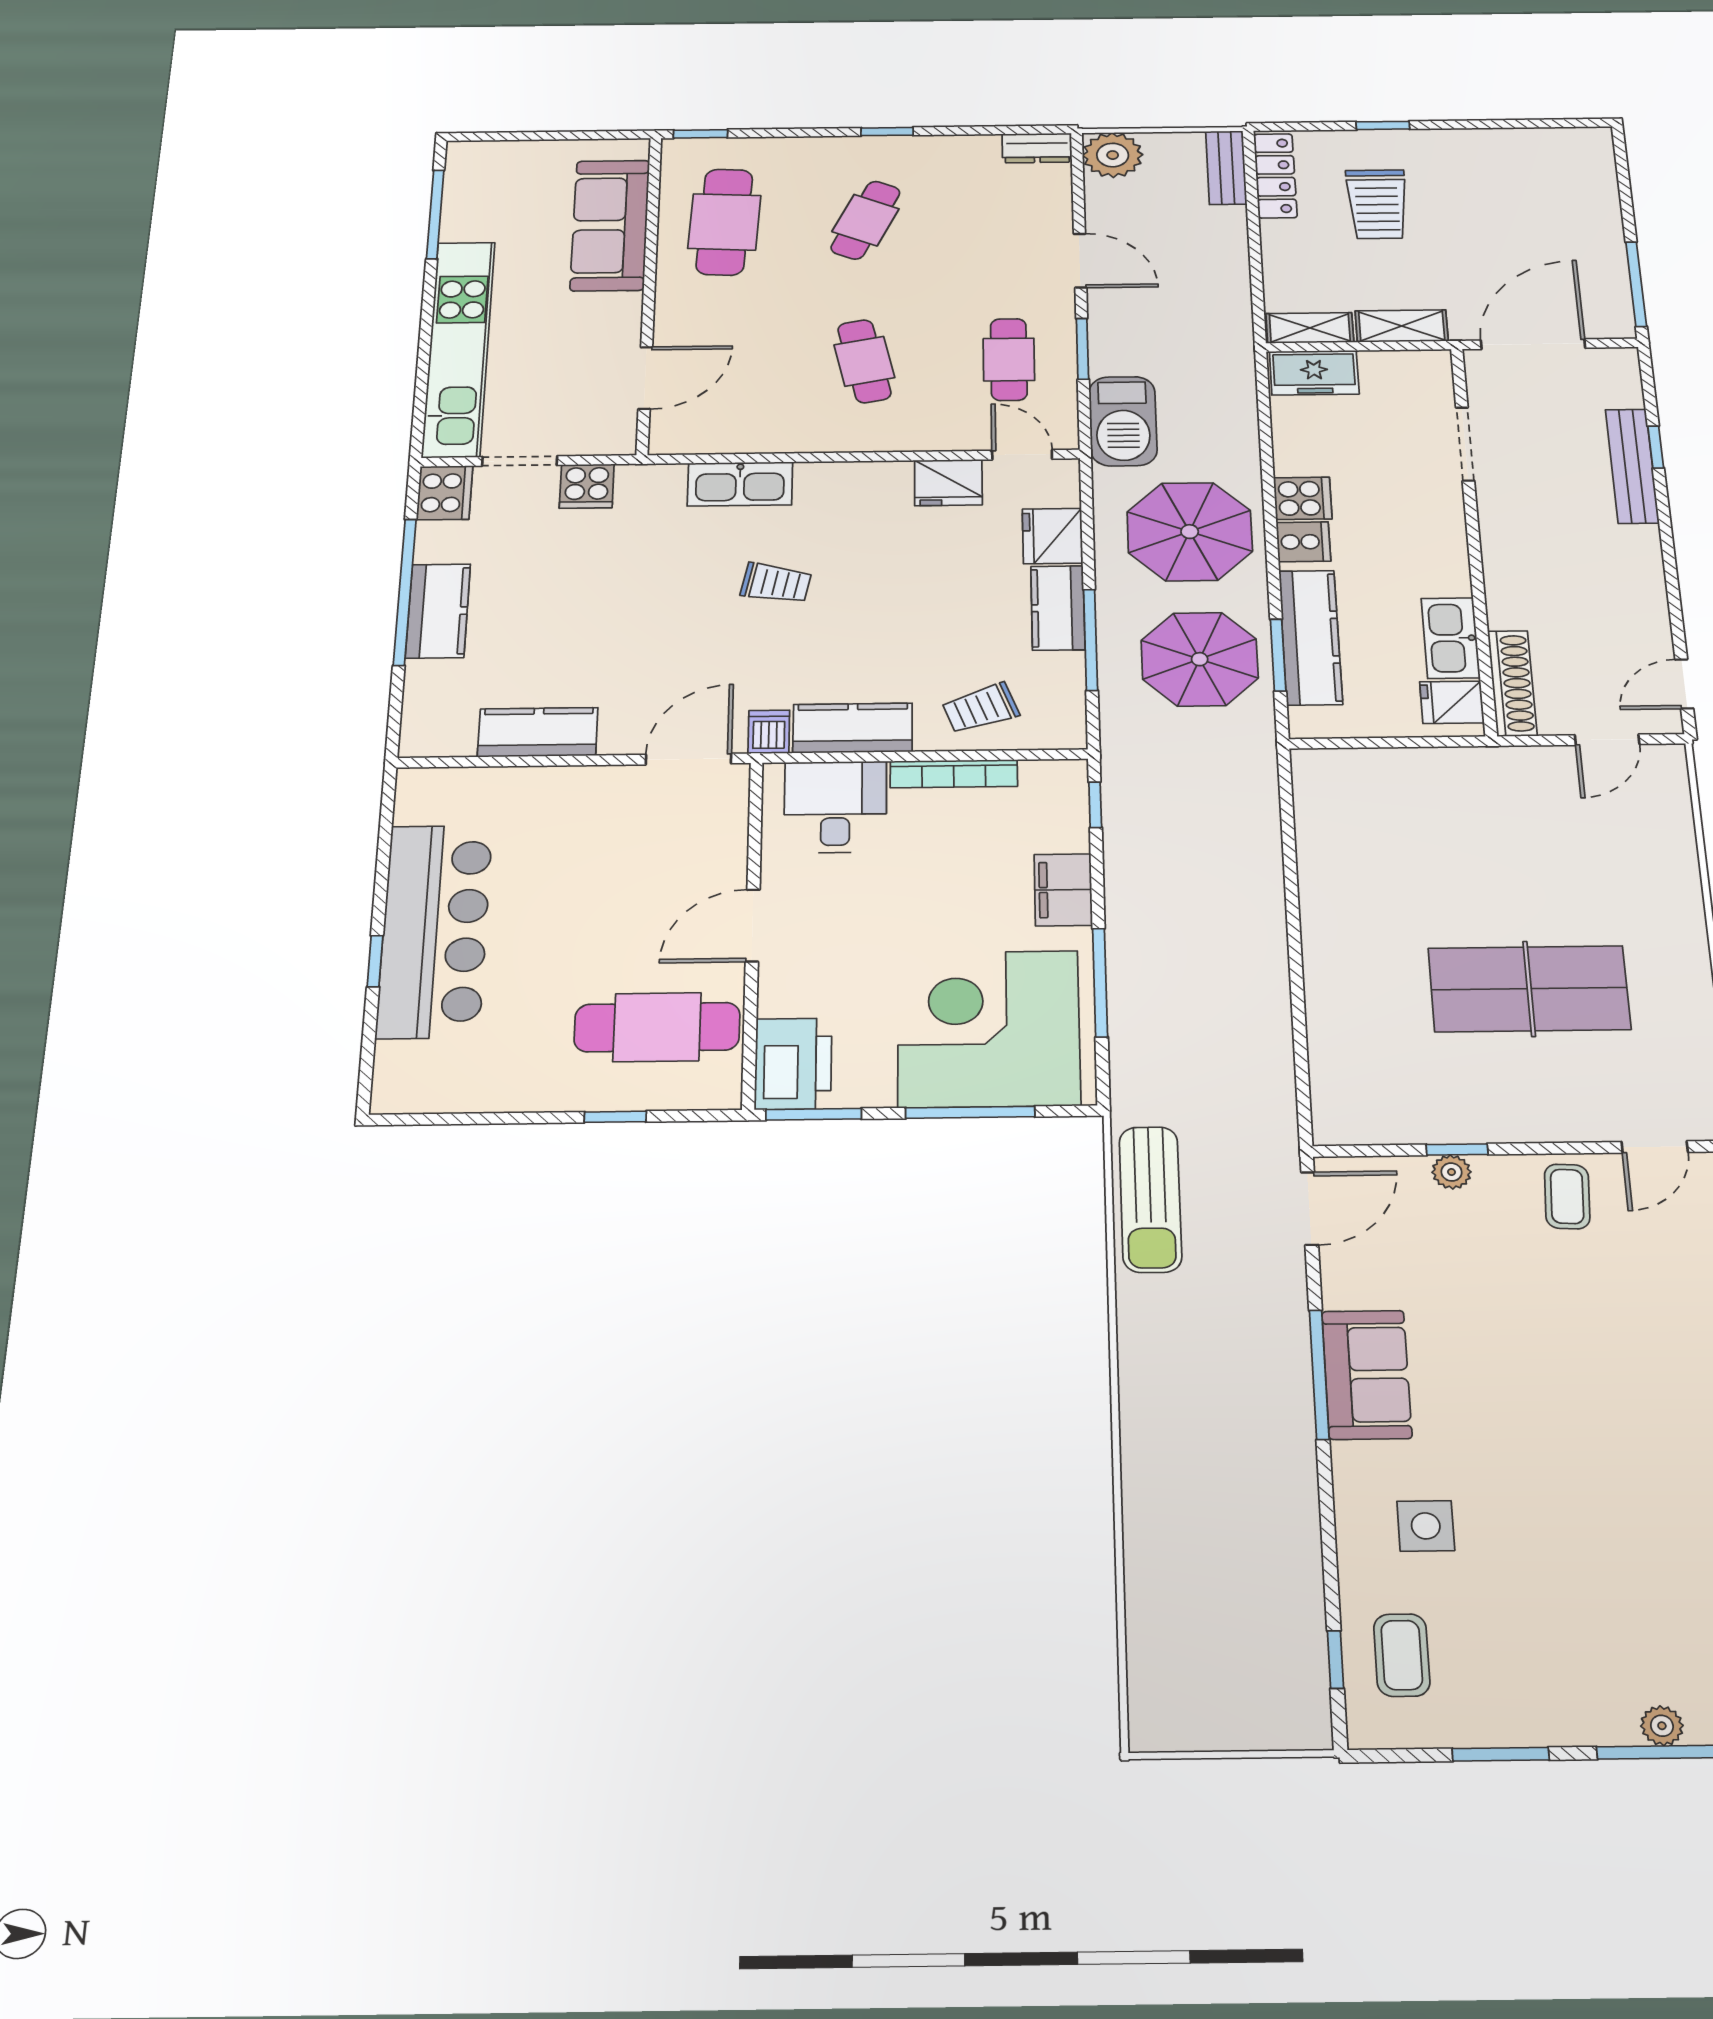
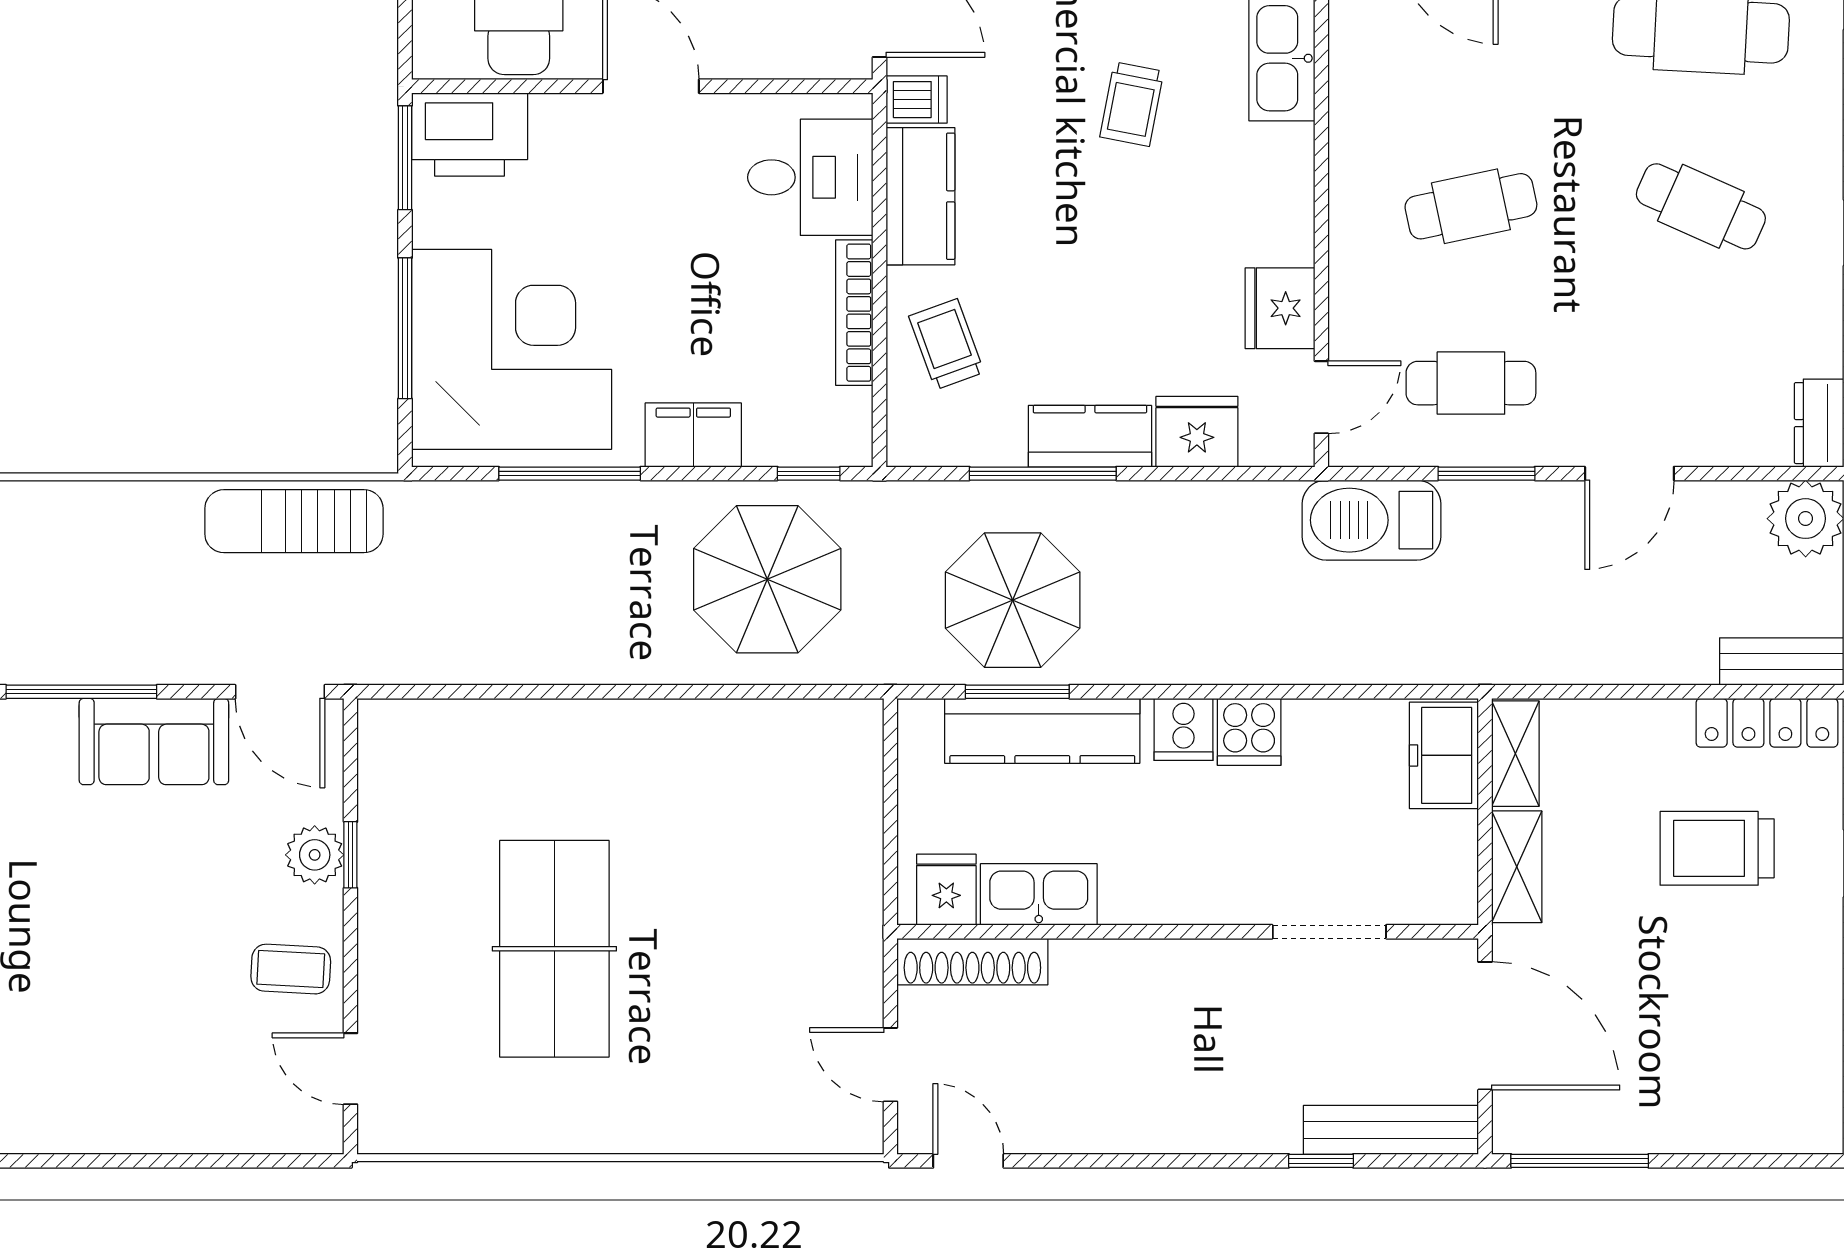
bench: (1632, 466) -> (1391, 1130), moved
parasol: (1190, 532) -> (767, 579), moved
plant: (1452, 1172) -> (315, 855), width x1.38, depth x1.38
sofa: (1367, 1375) -> (154, 742), moved

